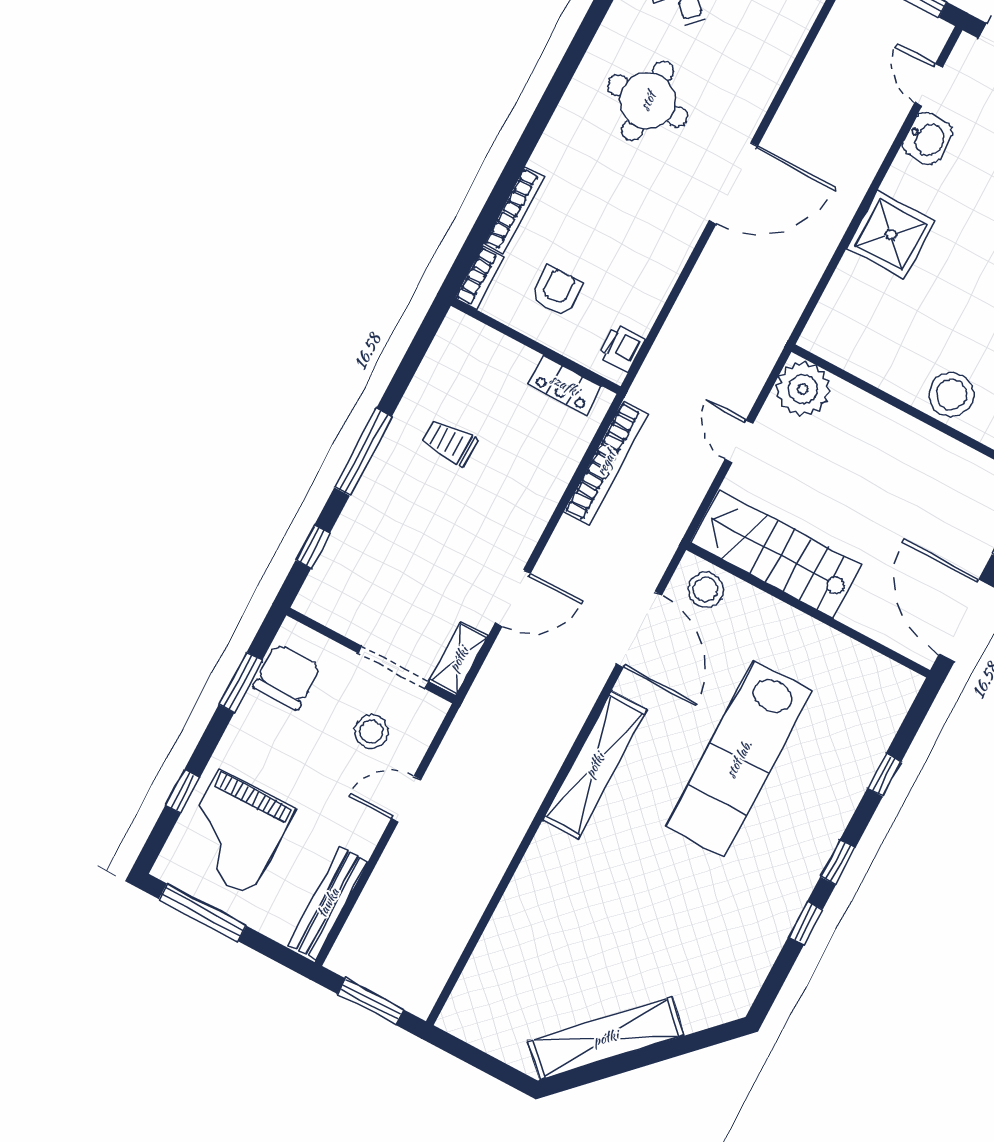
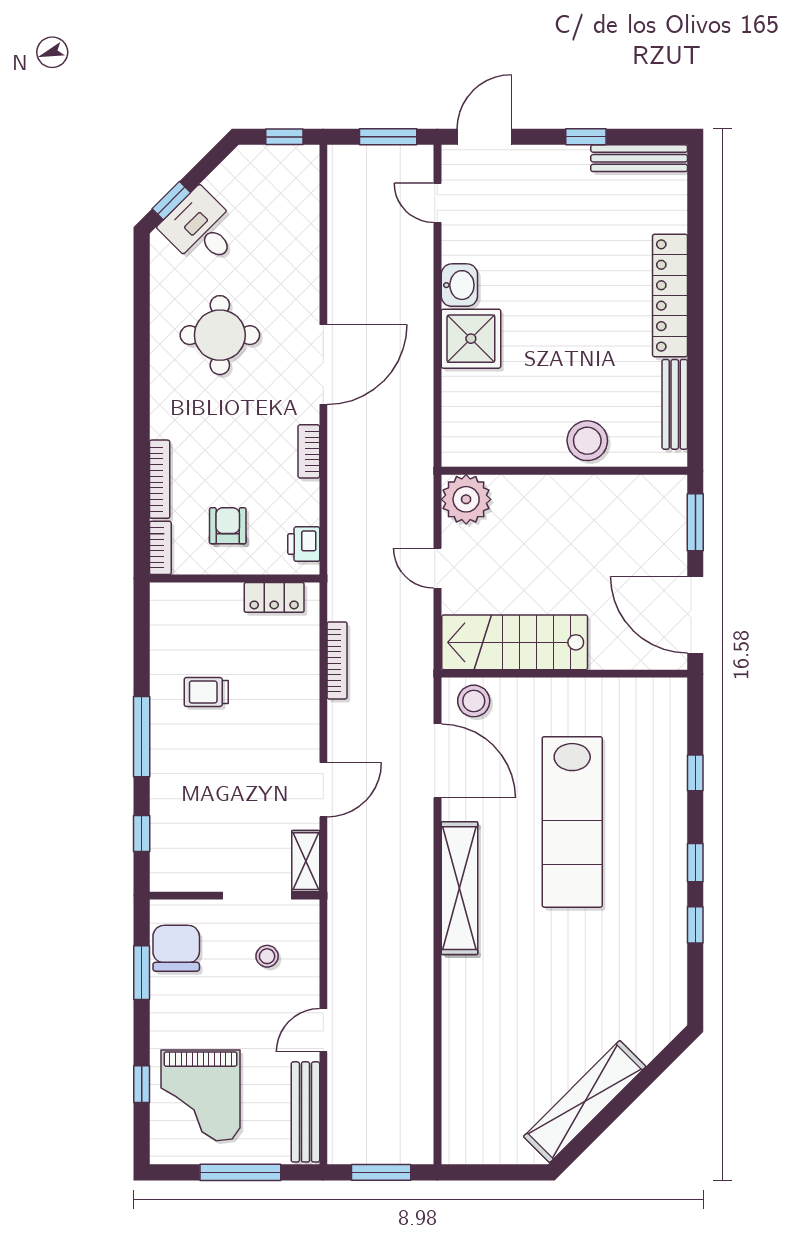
washbasin: (928, 138) -> (459, 285), moved
bookcase: (674, 261) -> (309, 451), added
bookcase: (606, 463) -> (337, 660), width x0.68, depth x0.76
stool: (371, 732) -> (267, 956), width x0.73, depth x0.73
door: (406, 799) -> (323, 1030), moved
window: (202, 912) -> (240, 1172), moved

